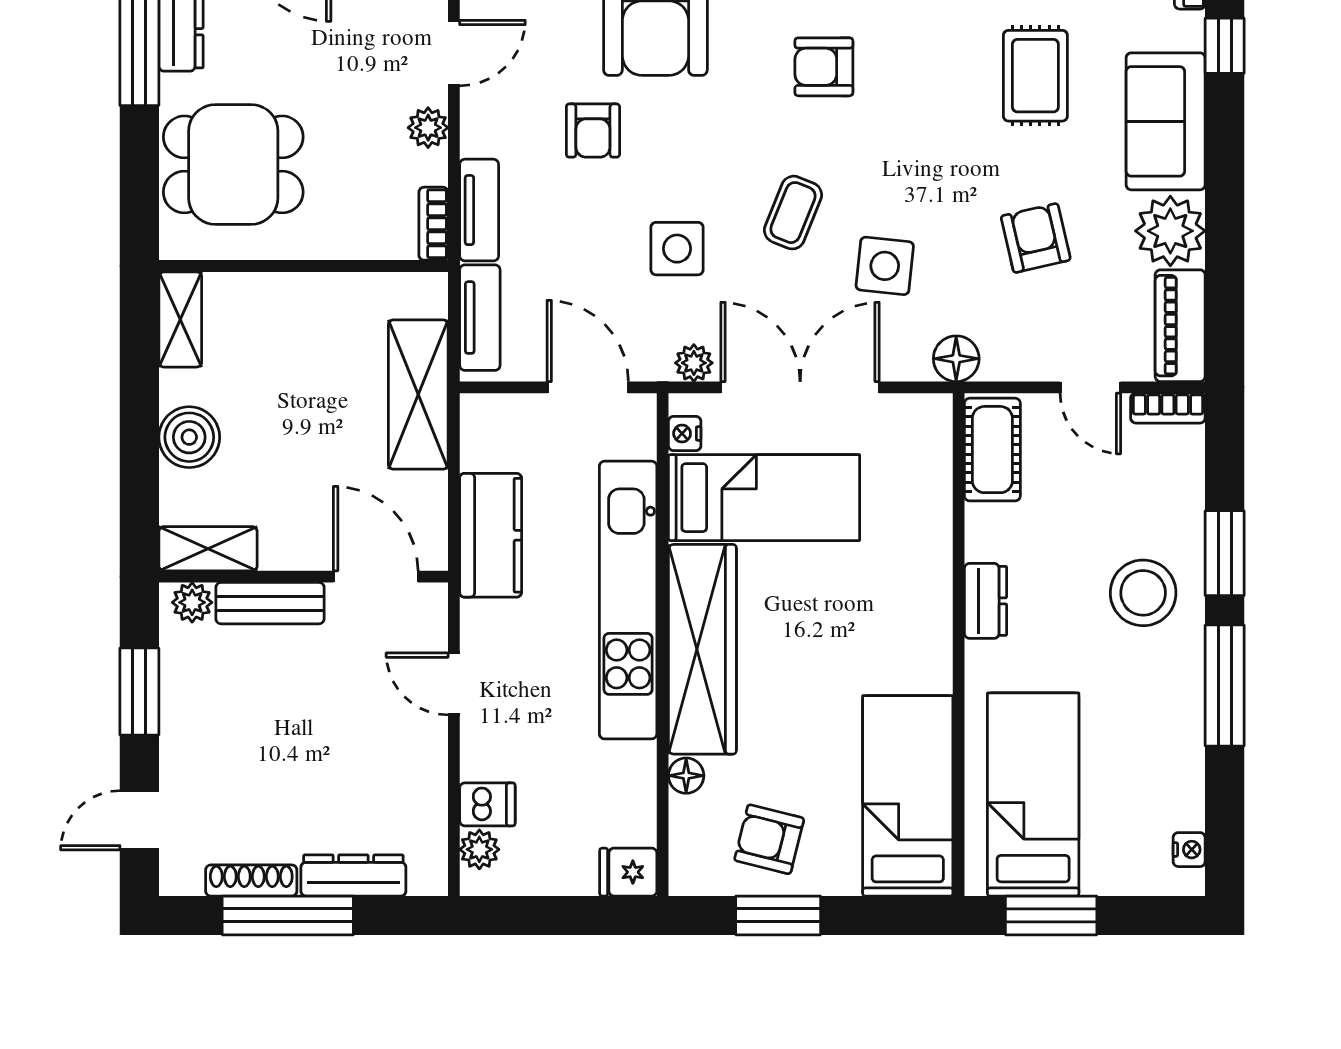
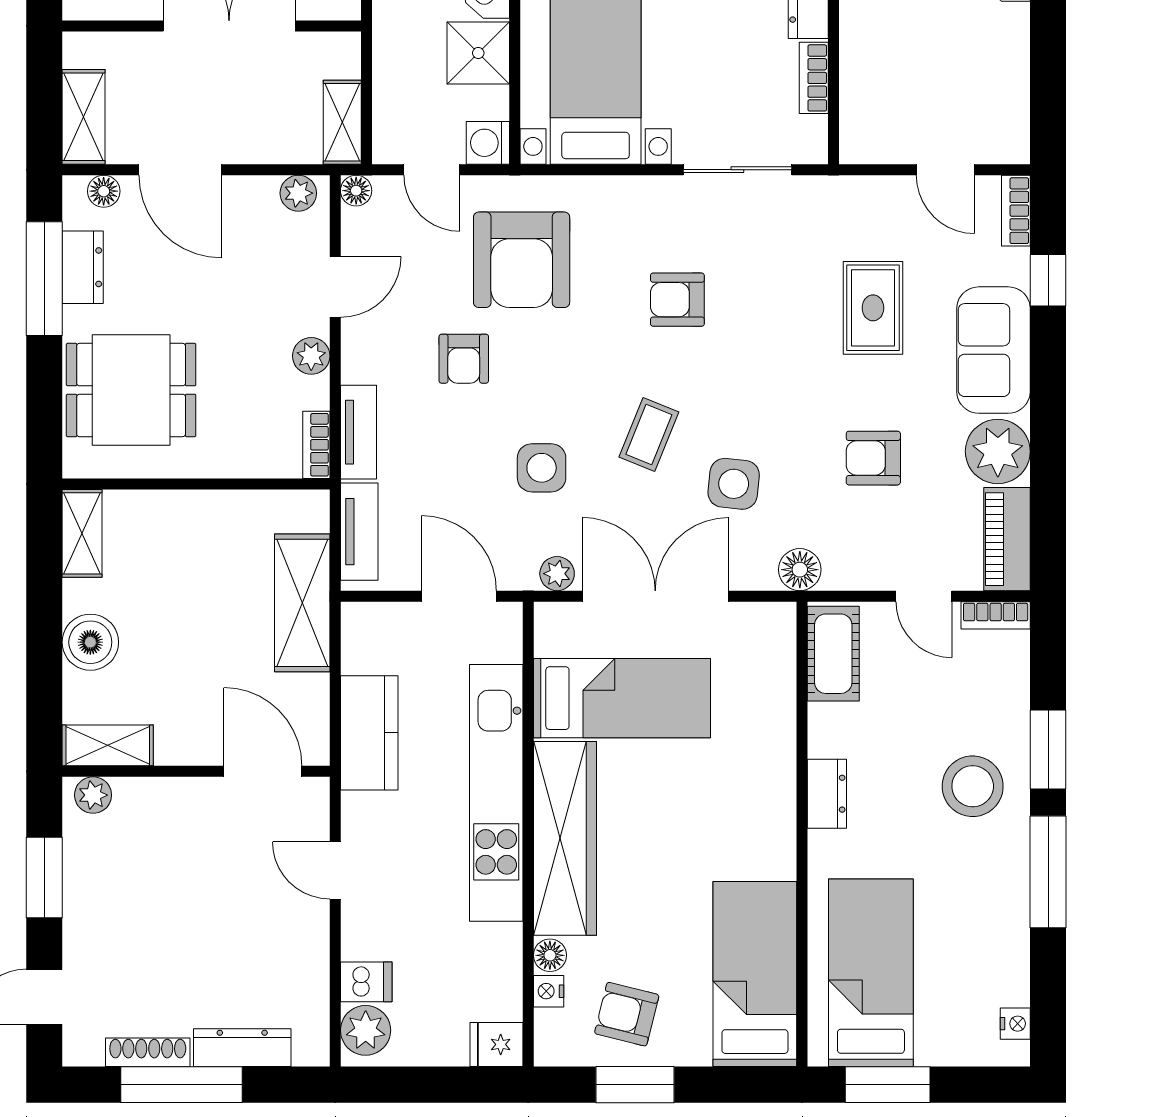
armchair: (1036, 238) -> (873, 458), turned -77
nightstand: (685, 434) -> (549, 991), moved
bench: (270, 603) -> (165, 796), removed
plant: (479, 849) -> (366, 1030), width x1.38, depth x1.38

